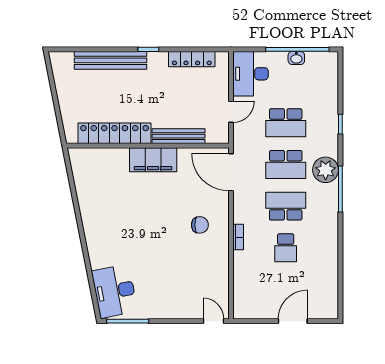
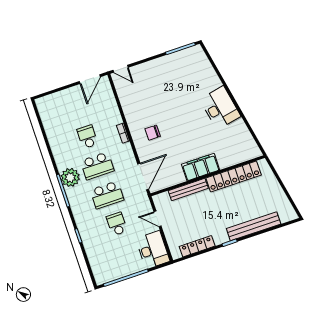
washbasin: (296, 58) -> (125, 272), removed
door: (231, 112) -> (157, 219), hinge flipped
school desk: (286, 123) -> (117, 224), width x0.54
school desk: (286, 164) -> (107, 195), turned 180
plant: (326, 170) -> (70, 177), moved
door: (231, 172) -> (143, 177), hinge flipped
desk: (115, 291) -> (220, 108), moved
door: (293, 321) -> (90, 79), moved

